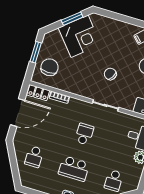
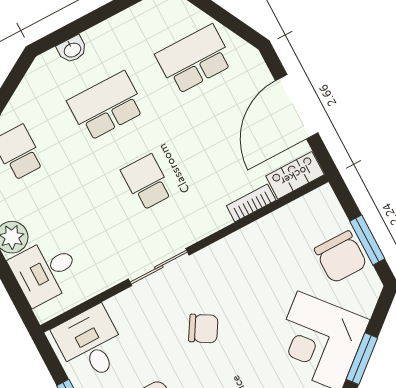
chair: (50, 67) -> (341, 257), moved
school desk: (84, 134) -> (147, 182), turned 180
school desk: (34, 157) -> (194, 59), width x1.85

